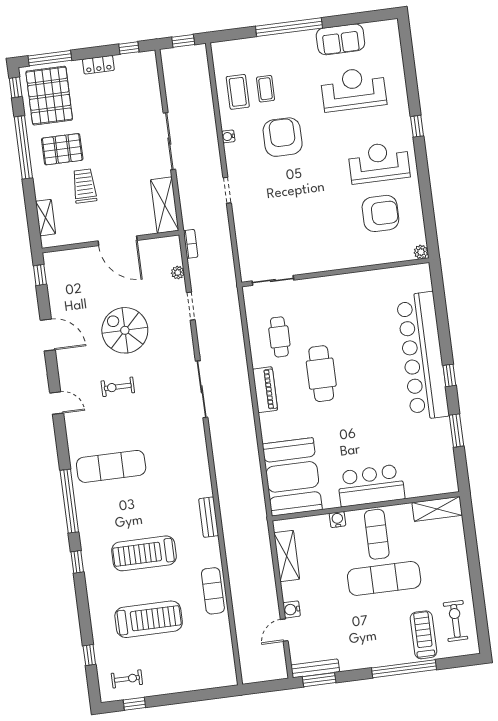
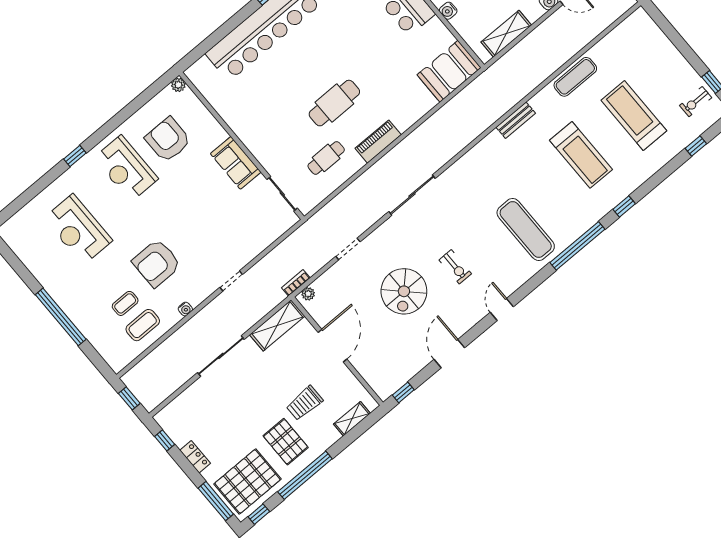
sofa: (340, 39) -> (236, 163), moved, turned 180
plant: (178, 273) -> (308, 294), moved
booth: (292, 477) -> (449, 71), width x0.73, depth x0.70
exercise bike: (127, 679) -> (696, 102), turned -90

